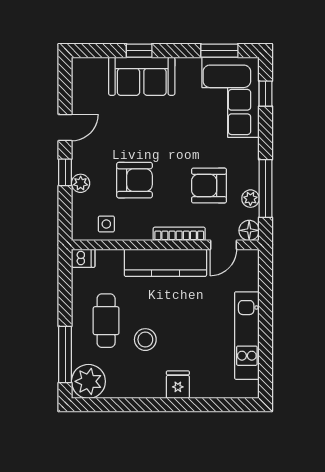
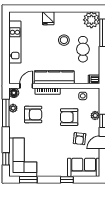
sofa: (142, 76) -> (84, 167), moved
armchair: (113, 136) -> (80, 139), added

